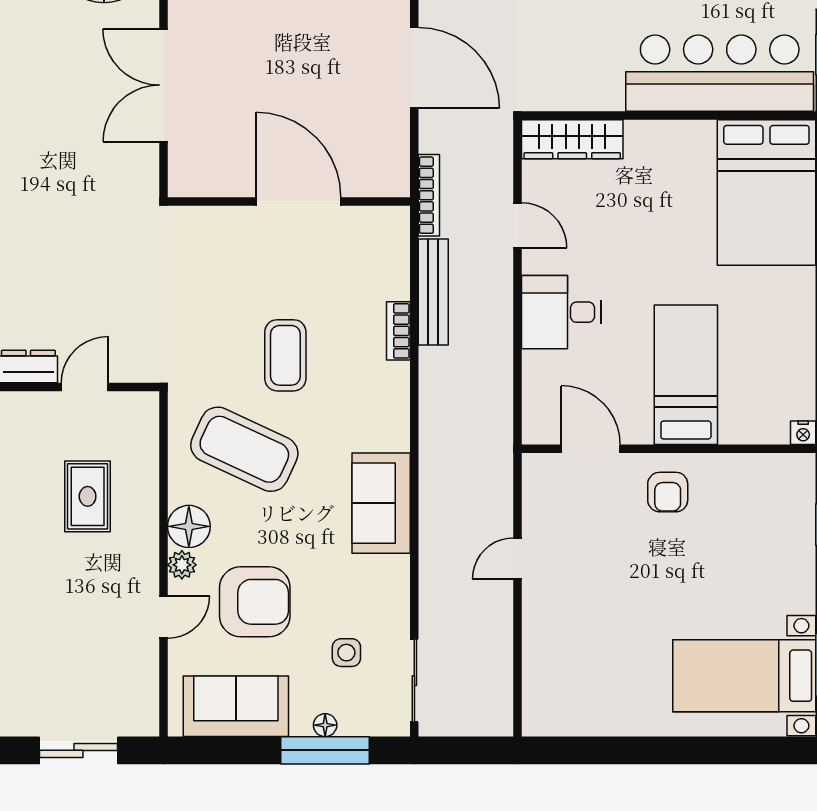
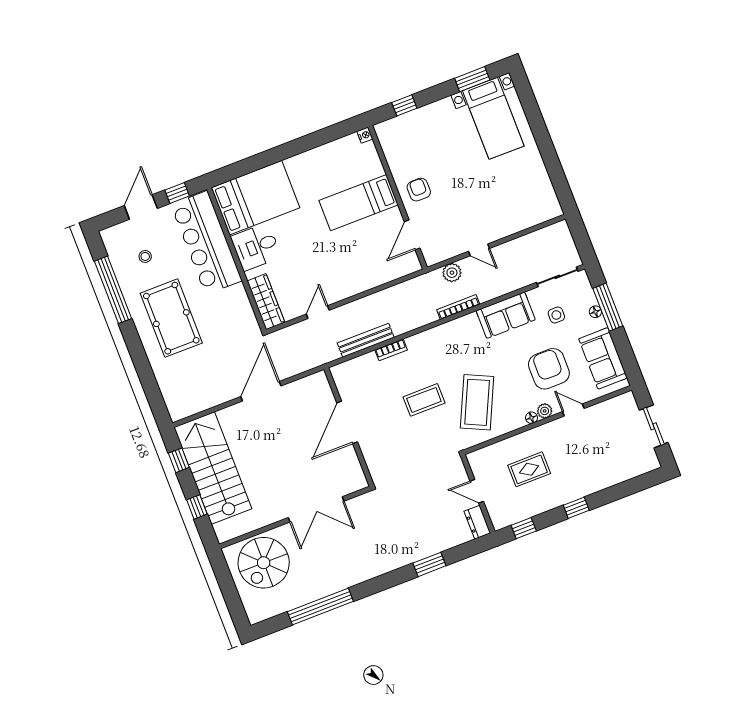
bookcase: (429, 195) -> (458, 307), moved
desk: (561, 312) -> (256, 247), moved, turned 90
armchair: (668, 492) -> (419, 190), turned -90
plant: (495, 494) -> (452, 273), added
sofa: (381, 503) -> (506, 315), moved
floor lamp: (189, 526) -> (531, 418), width x0.53, depth x0.53

